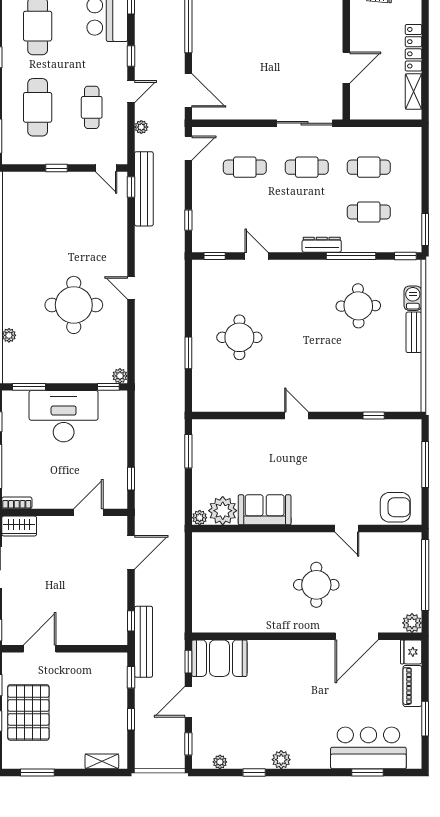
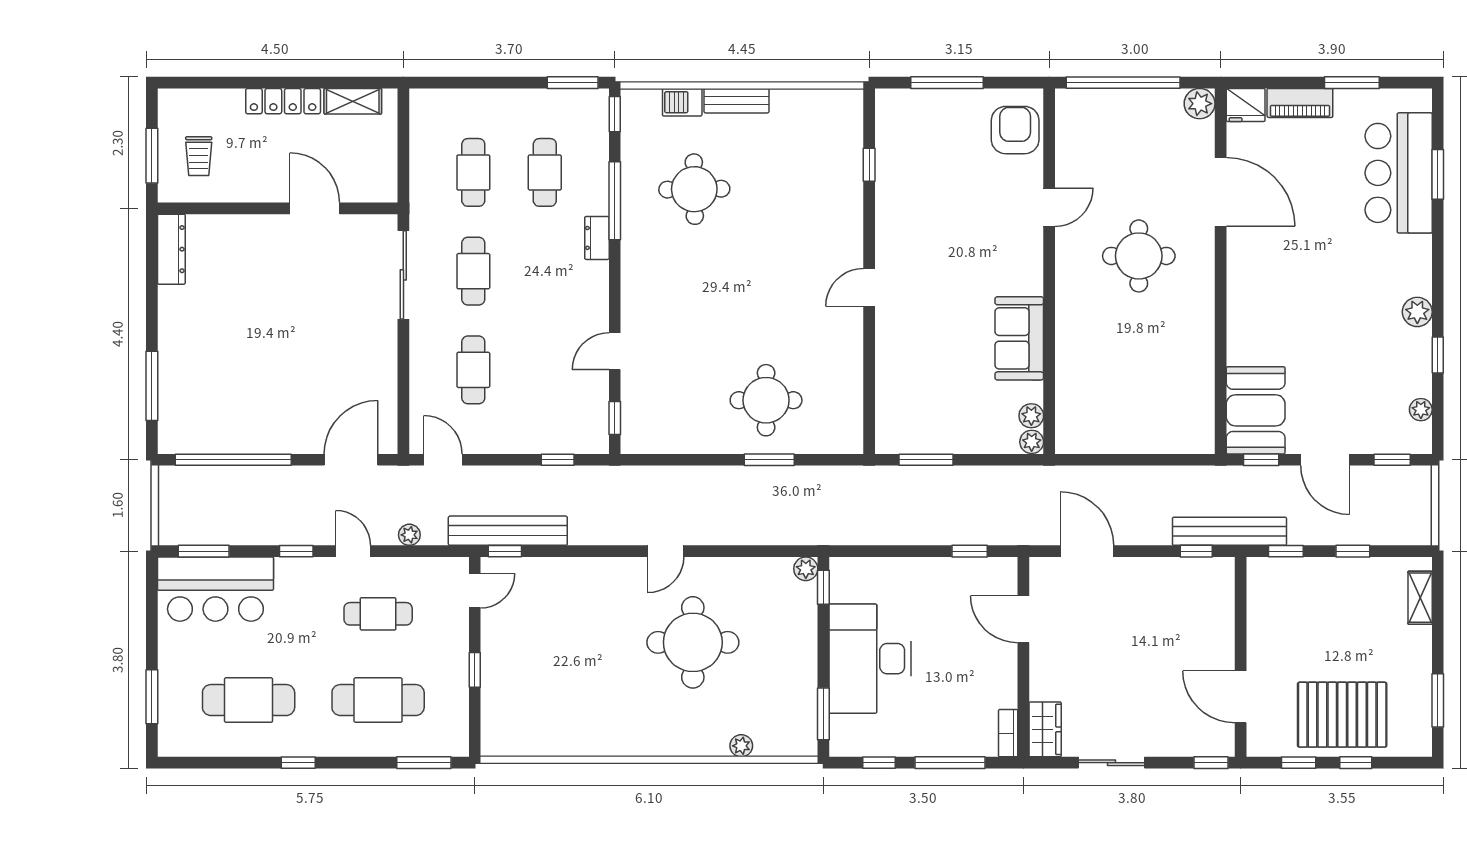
dresser: (322, 245) -> (597, 238), width x0.70
round table: (239, 337) -> (766, 400), moved
plant: (223, 511) -> (1031, 416), width x0.53, depth x0.53

